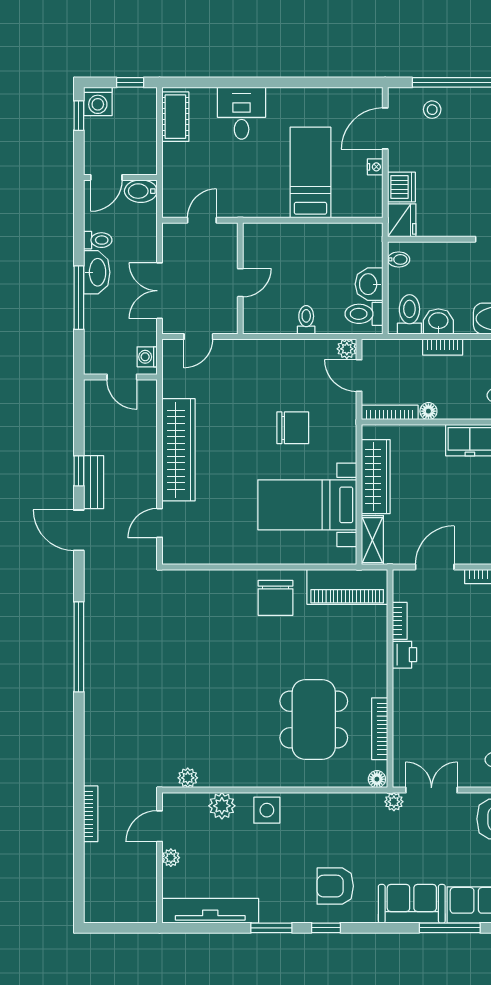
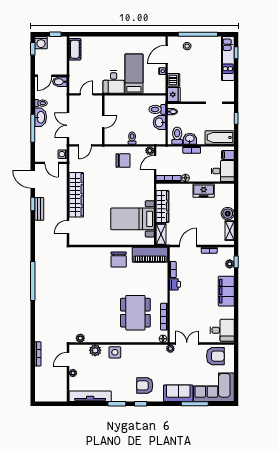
desk: (242, 113) -> (114, 82), moved, turned 180
toilet: (364, 314) -> (157, 109), moved
door: (359, 375) -> (155, 162), hinge flipped
chair: (293, 428) -> (123, 161), moved
door: (79, 530) -> (33, 179), moved

